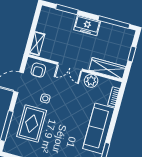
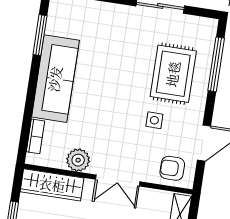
double door: (70, 67) -> (118, 180), swing flipped
armchair: (38, 70) -> (172, 168), turned -90

